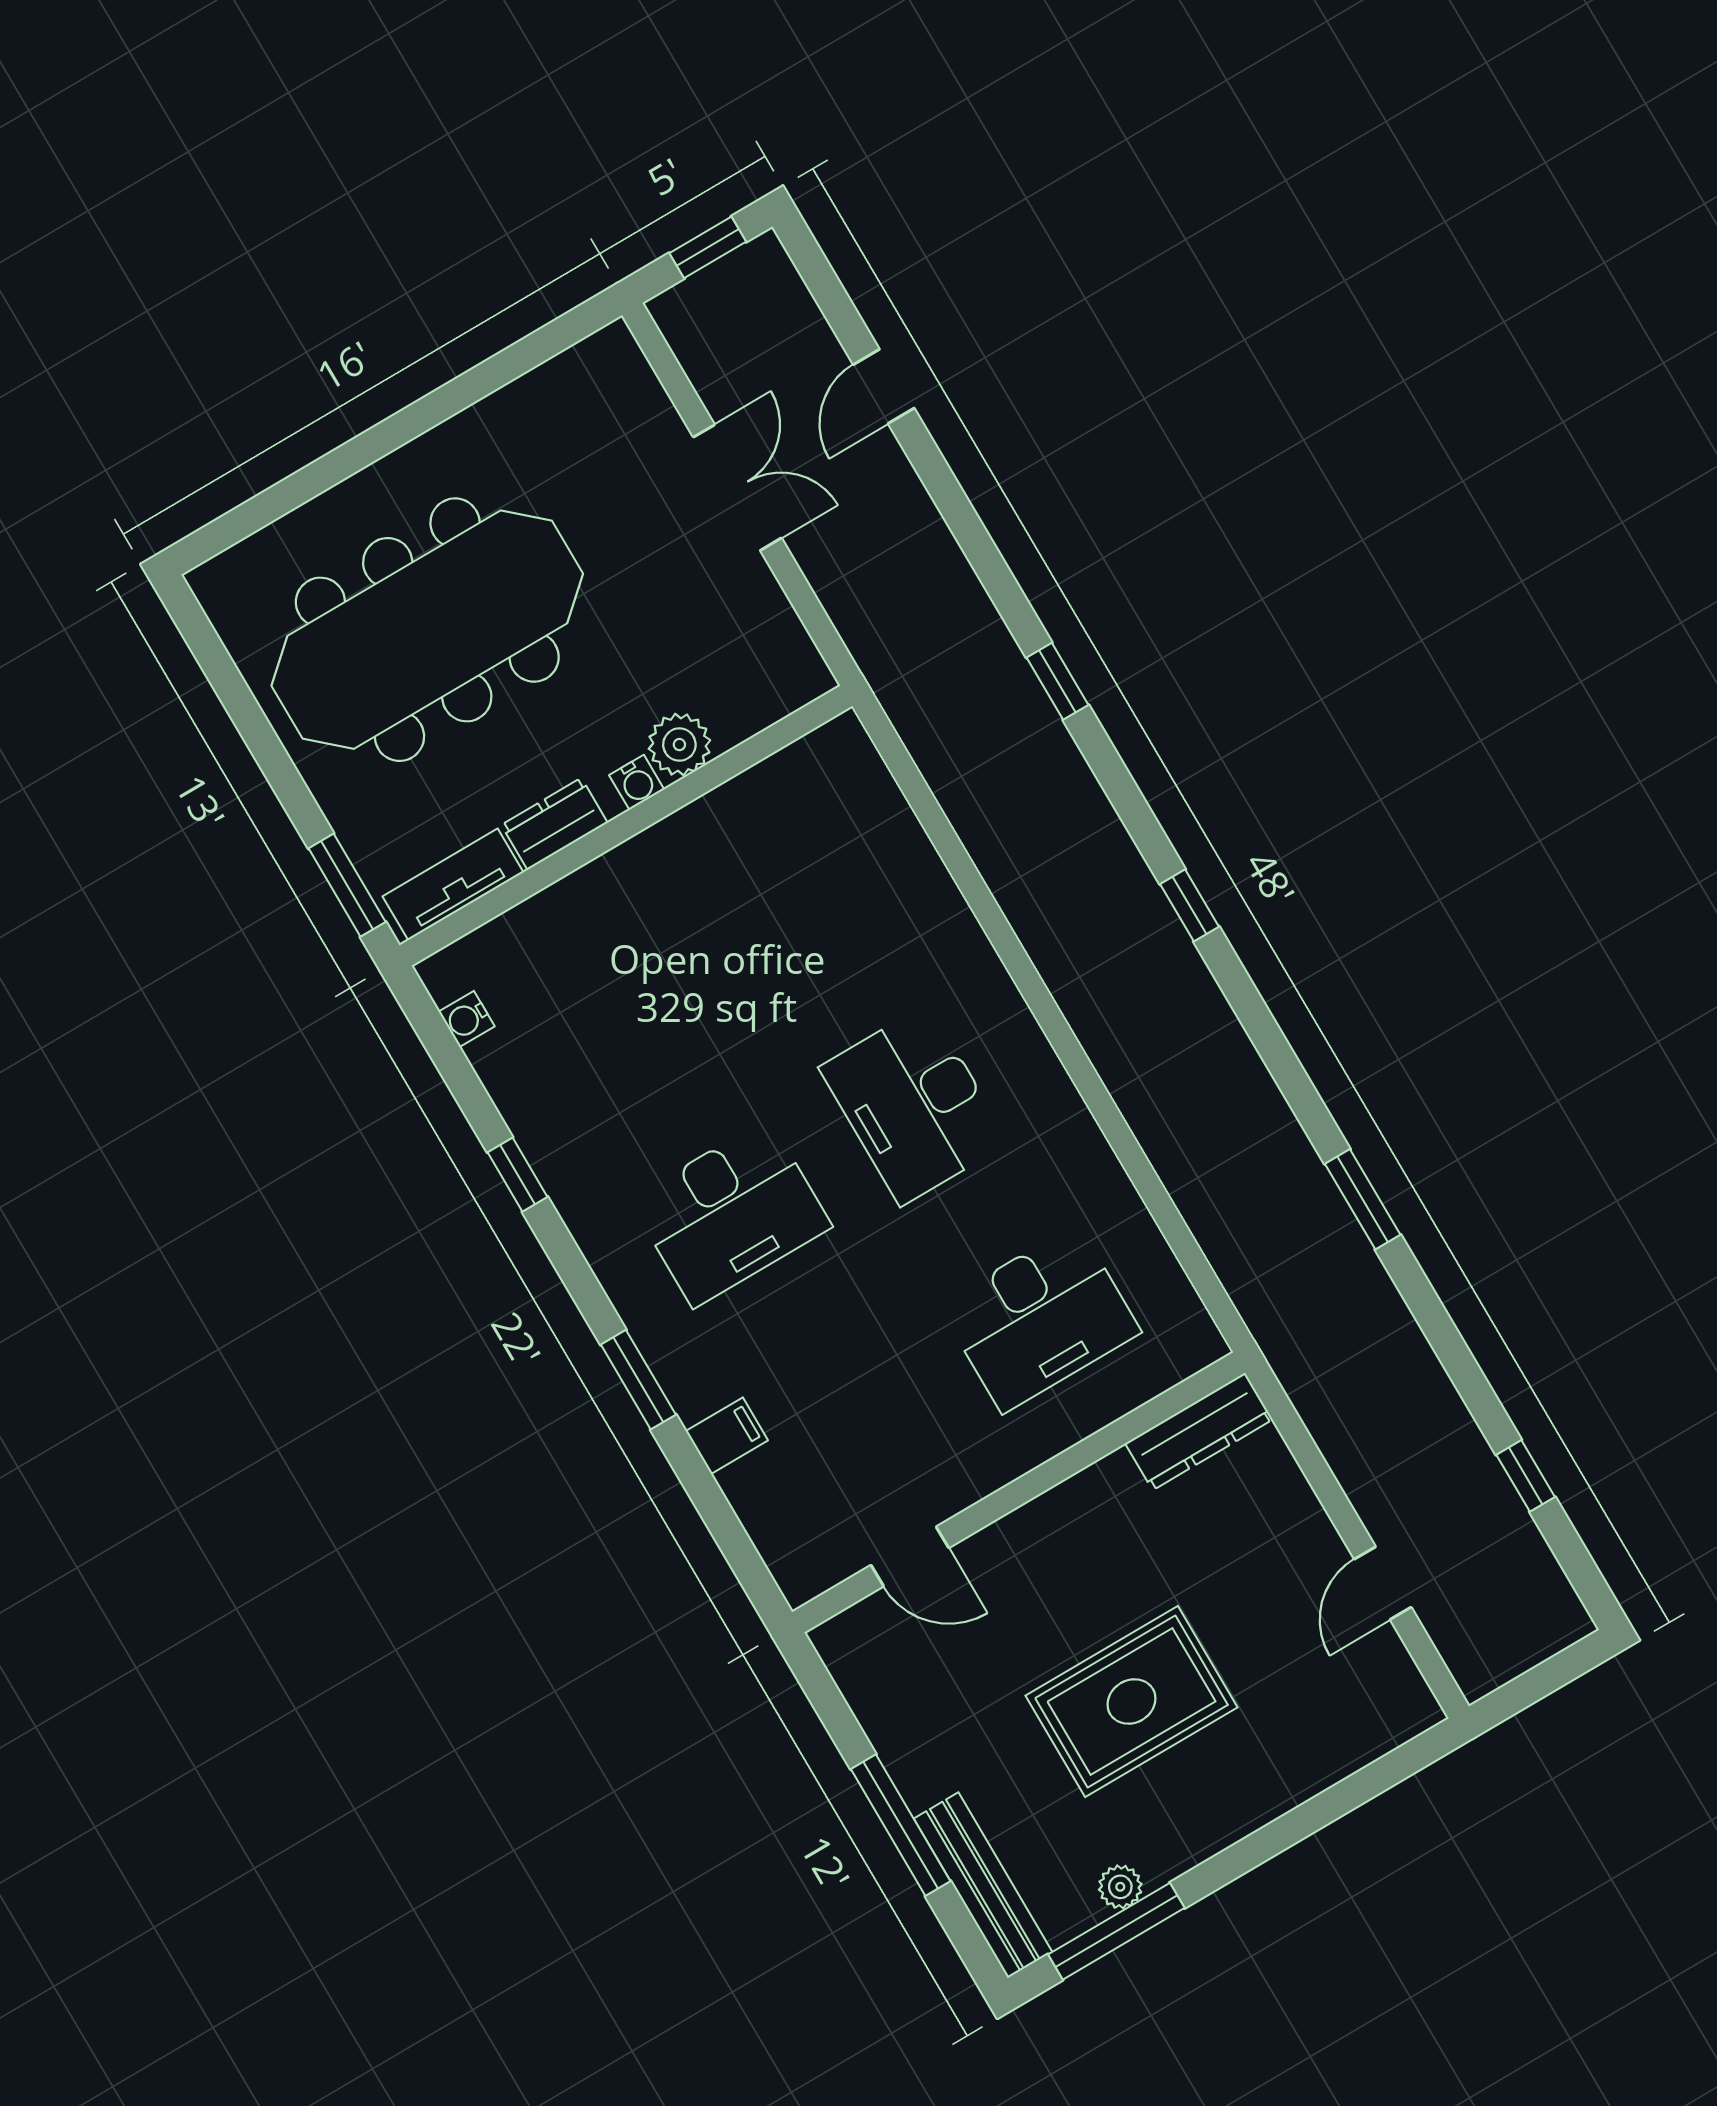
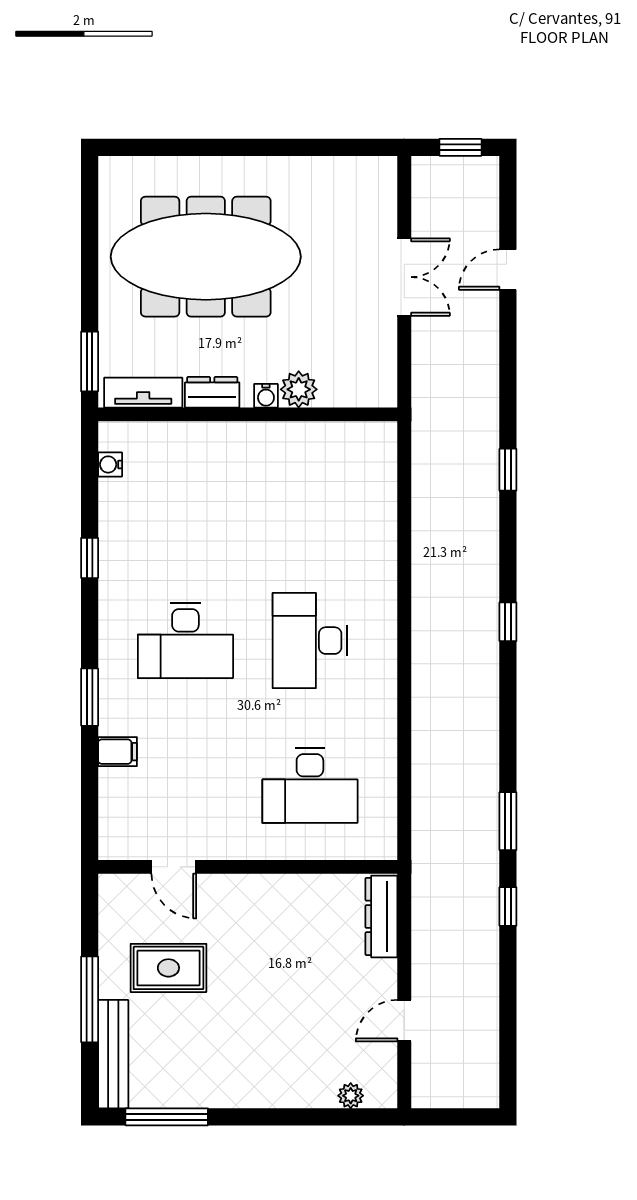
dresser: (1199, 1431) -> (381, 916), moved, turned 90
window: (1526, 1476) -> (508, 907), moved
rug: (1131, 1702) -> (168, 968), moved, width x0.73, depth x0.70
plant: (1120, 1887) -> (351, 1096), moved

